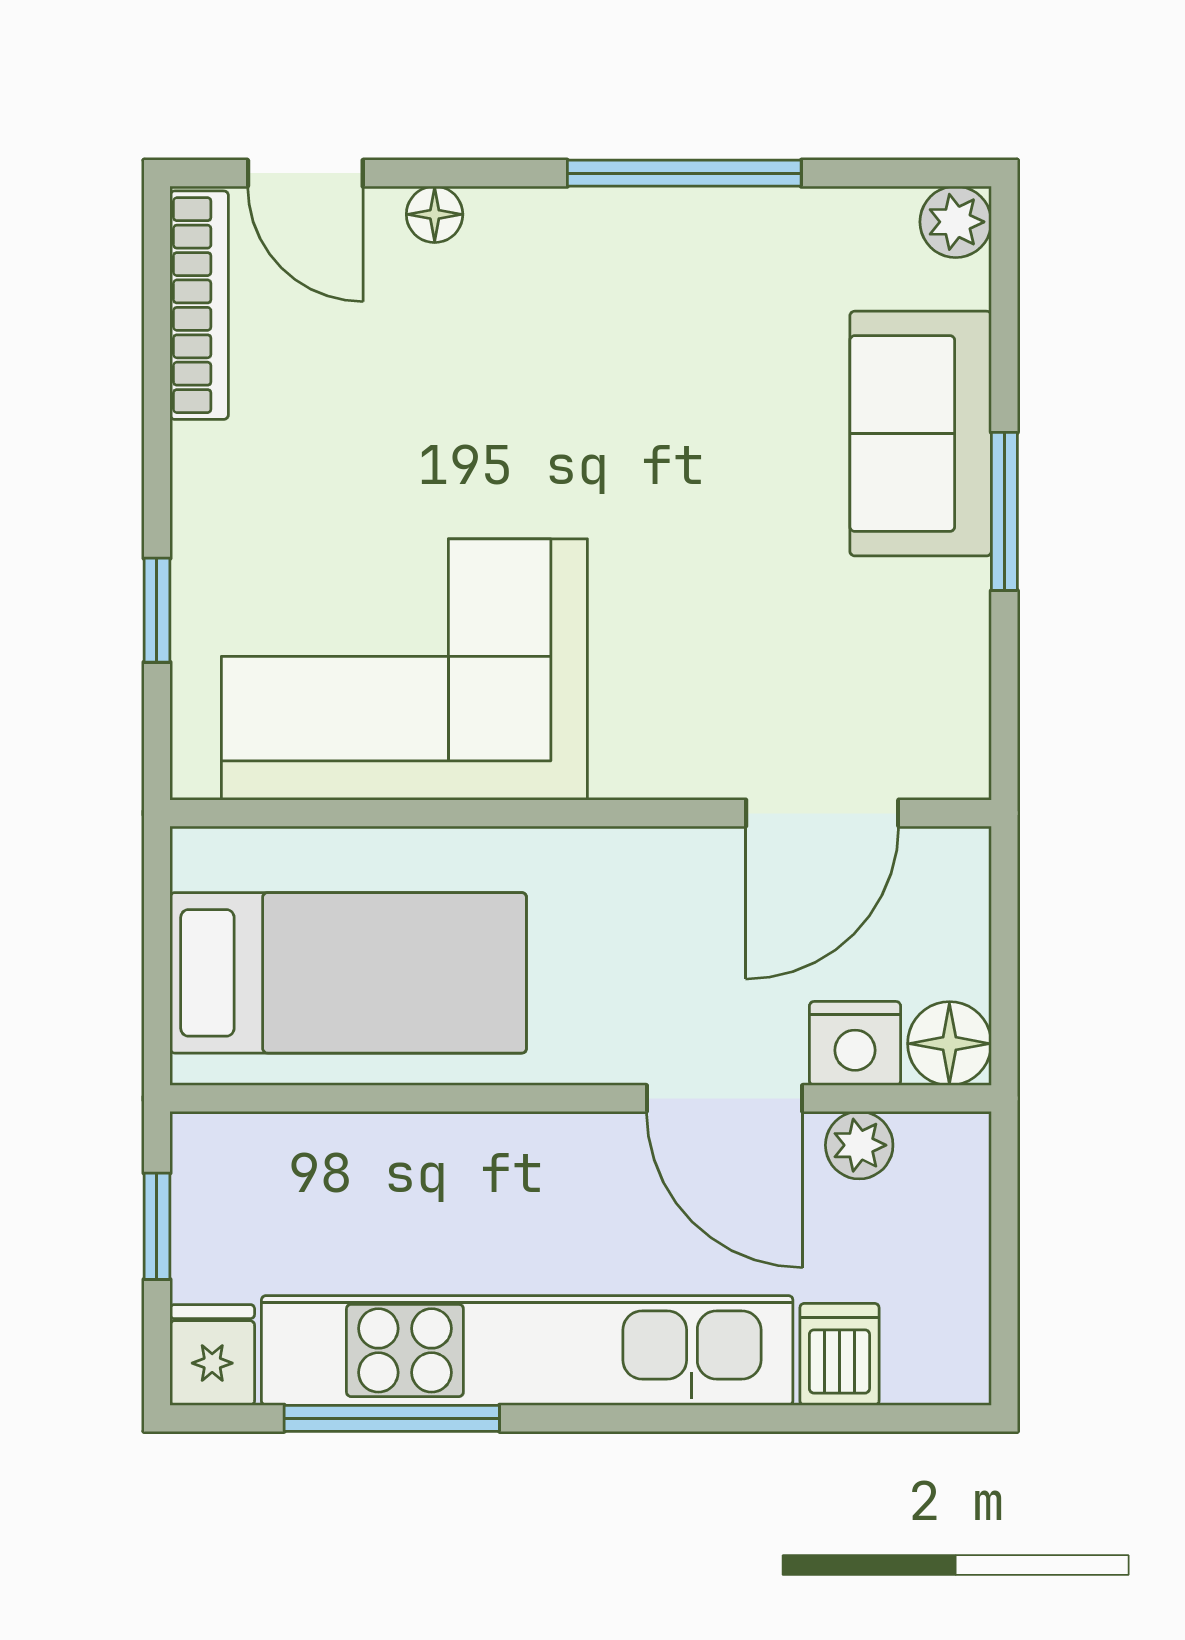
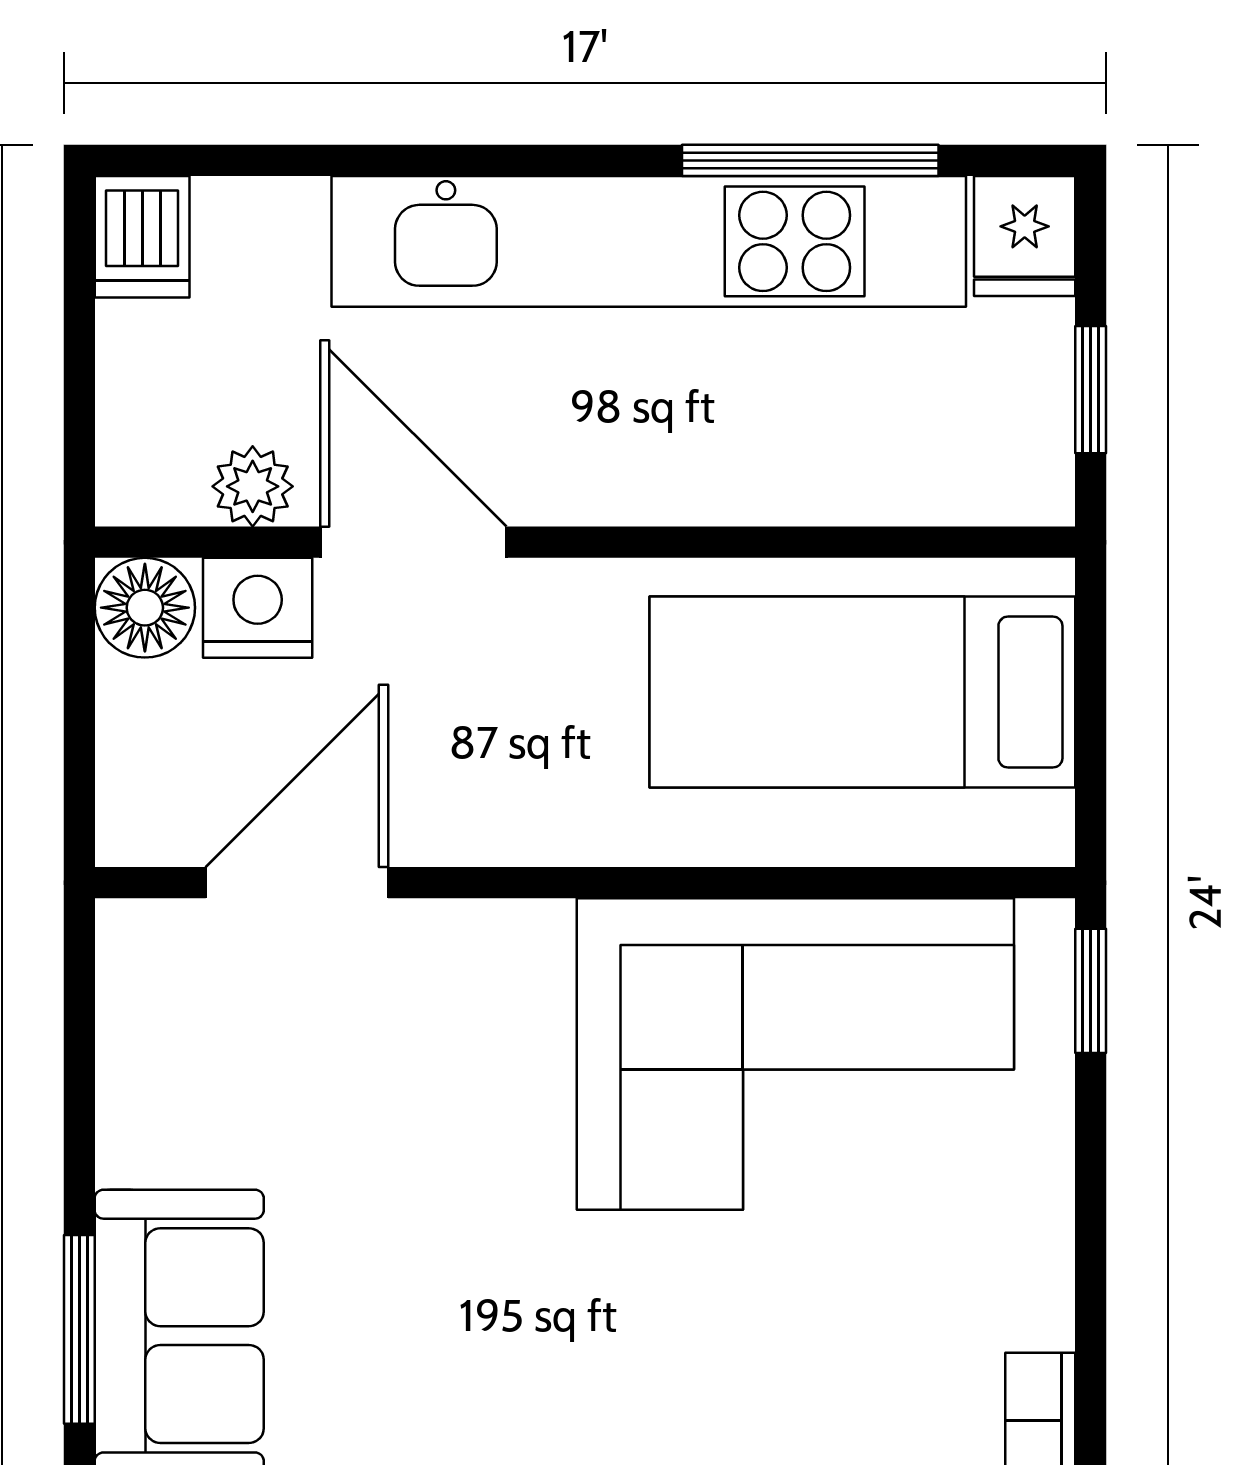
window: (1004, 511) -> (79, 1329), moved
window: (157, 610) -> (1091, 991), moved
dishwasher: (839, 1354) -> (142, 237), moved

